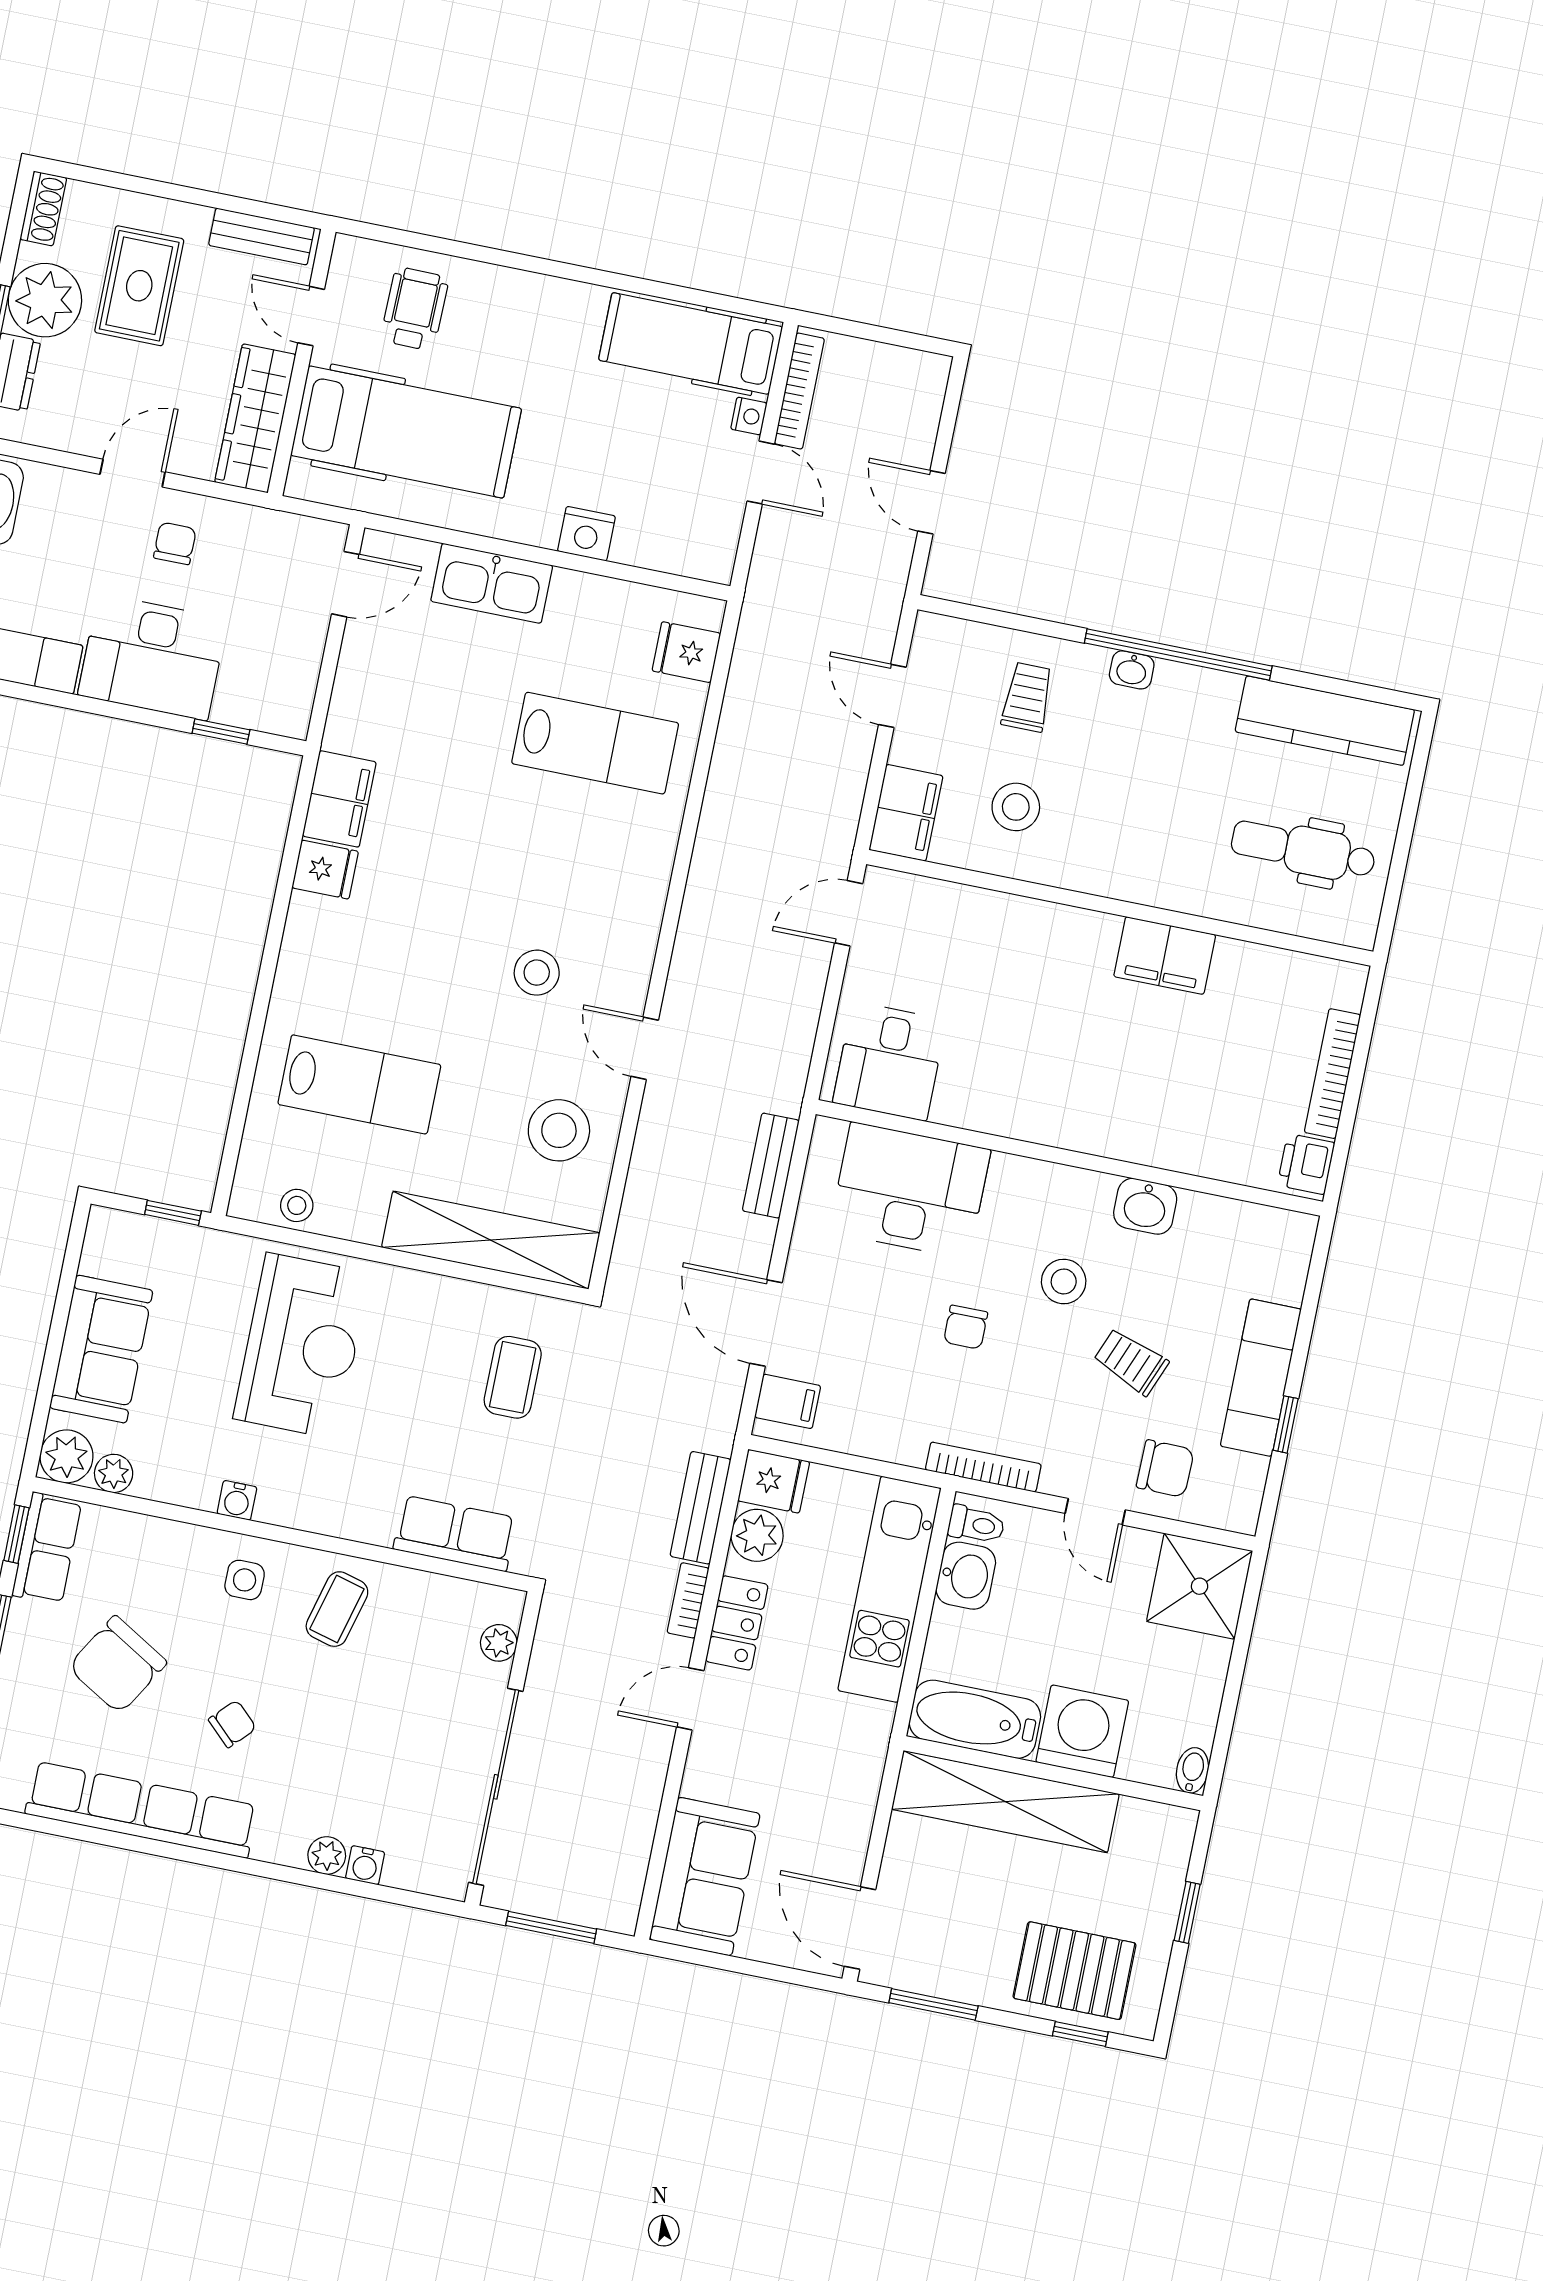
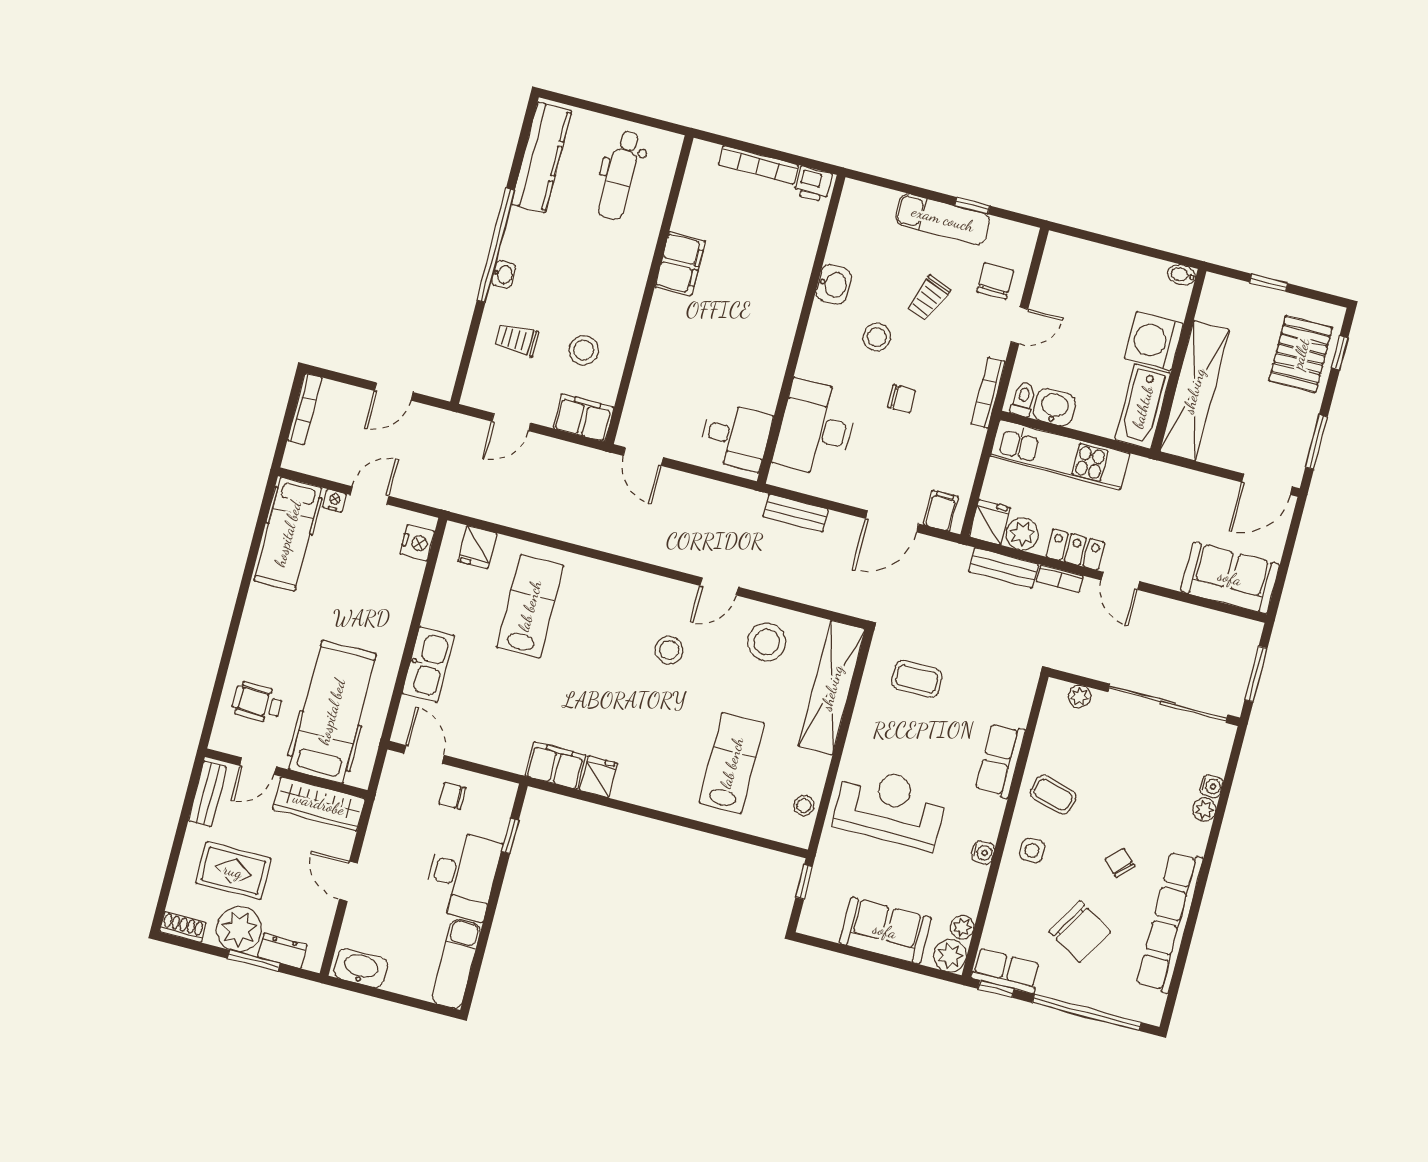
bookcase: (799, 391) -> (305, 409), moved, turned 90
nightstand: (586, 534) -> (417, 543), moved
chair: (175, 543) -> (452, 796), moved
row of seats: (455, 1533) -> (1000, 760), moved
shower: (1200, 1586) -> (1069, 264), removed

